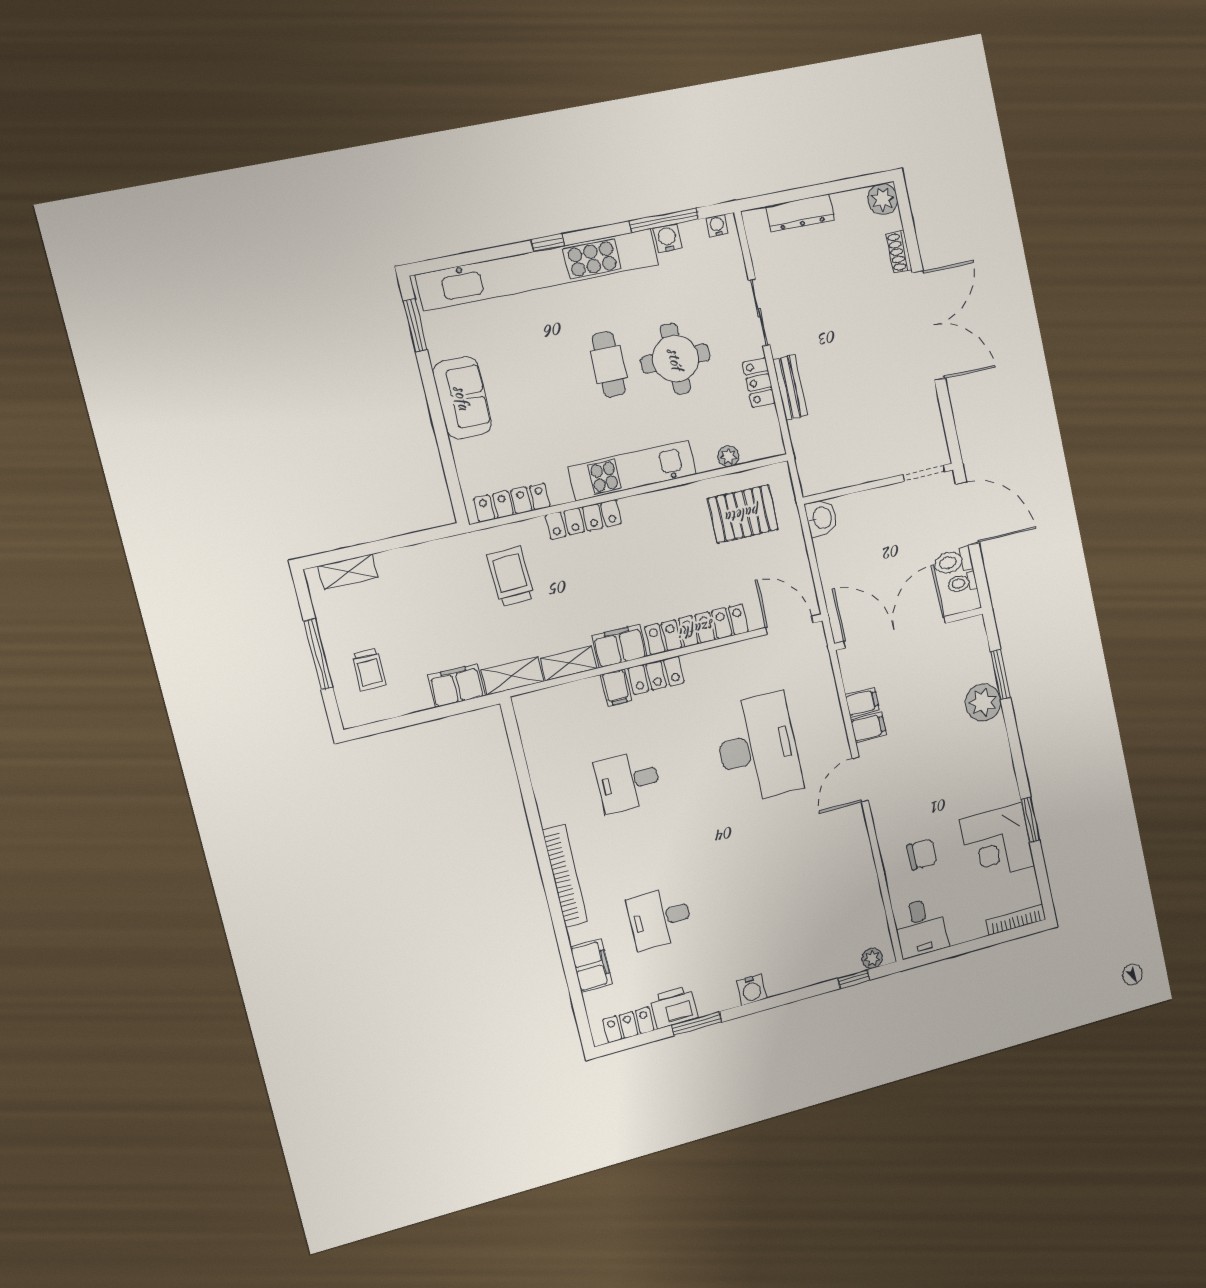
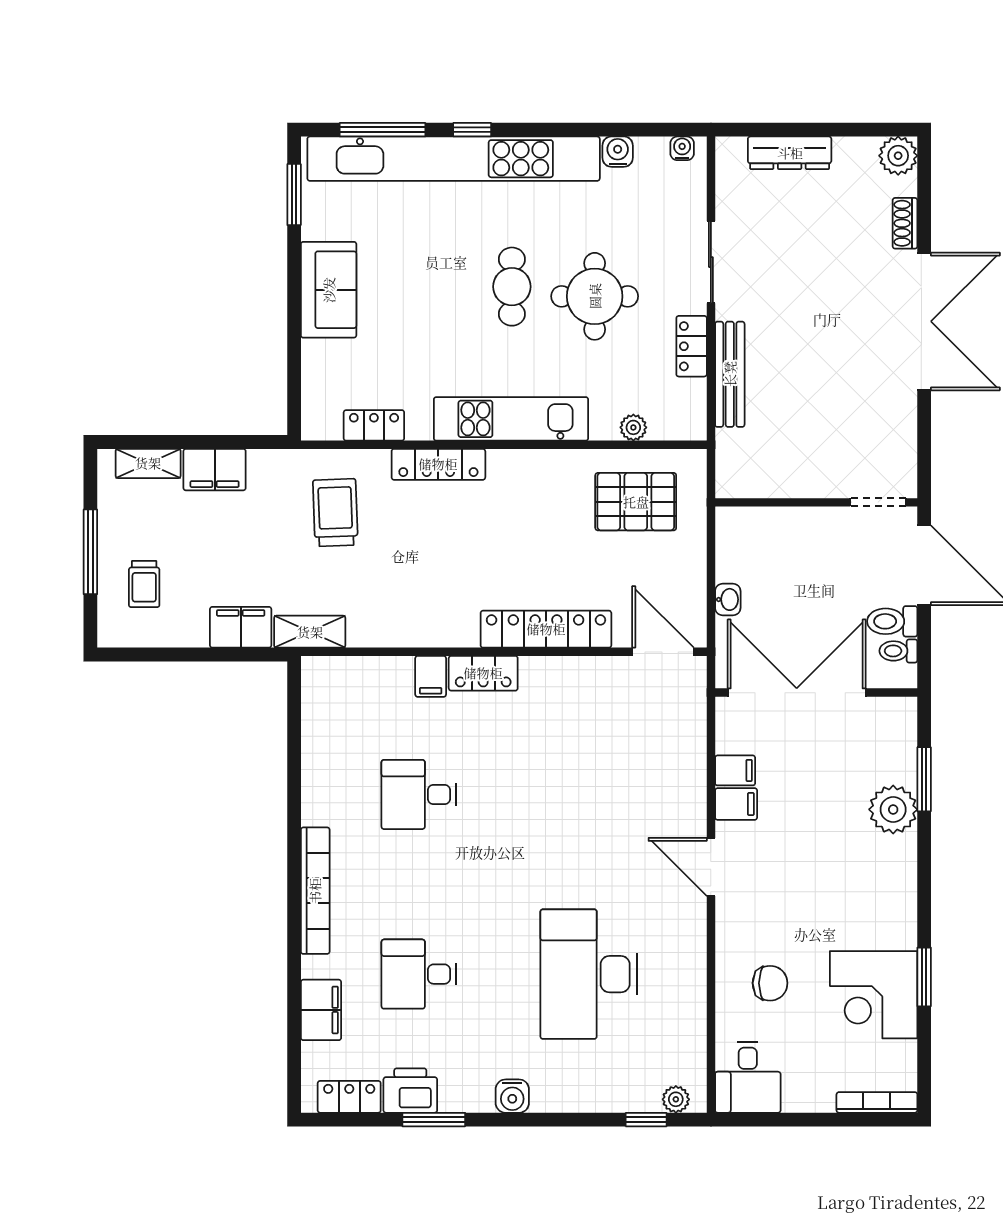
window: (664, 220) -> (382, 130), moved
bench: (790, 387) -> (730, 374), width x1.36
locker: (512, 503) -> (374, 425), width x0.66
washbasin: (821, 518) -> (728, 599), moved, width x0.72, depth x0.69
filing cabinet: (620, 646) -> (215, 470), moved, turned 180
shelving: (569, 663) -> (380, 633), removed
desk: (758, 748) -> (589, 974), moved, turned 180
door: (860, 779) -> (711, 867), hinge flipped

